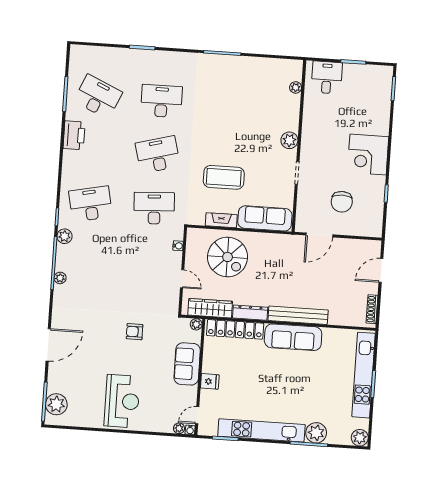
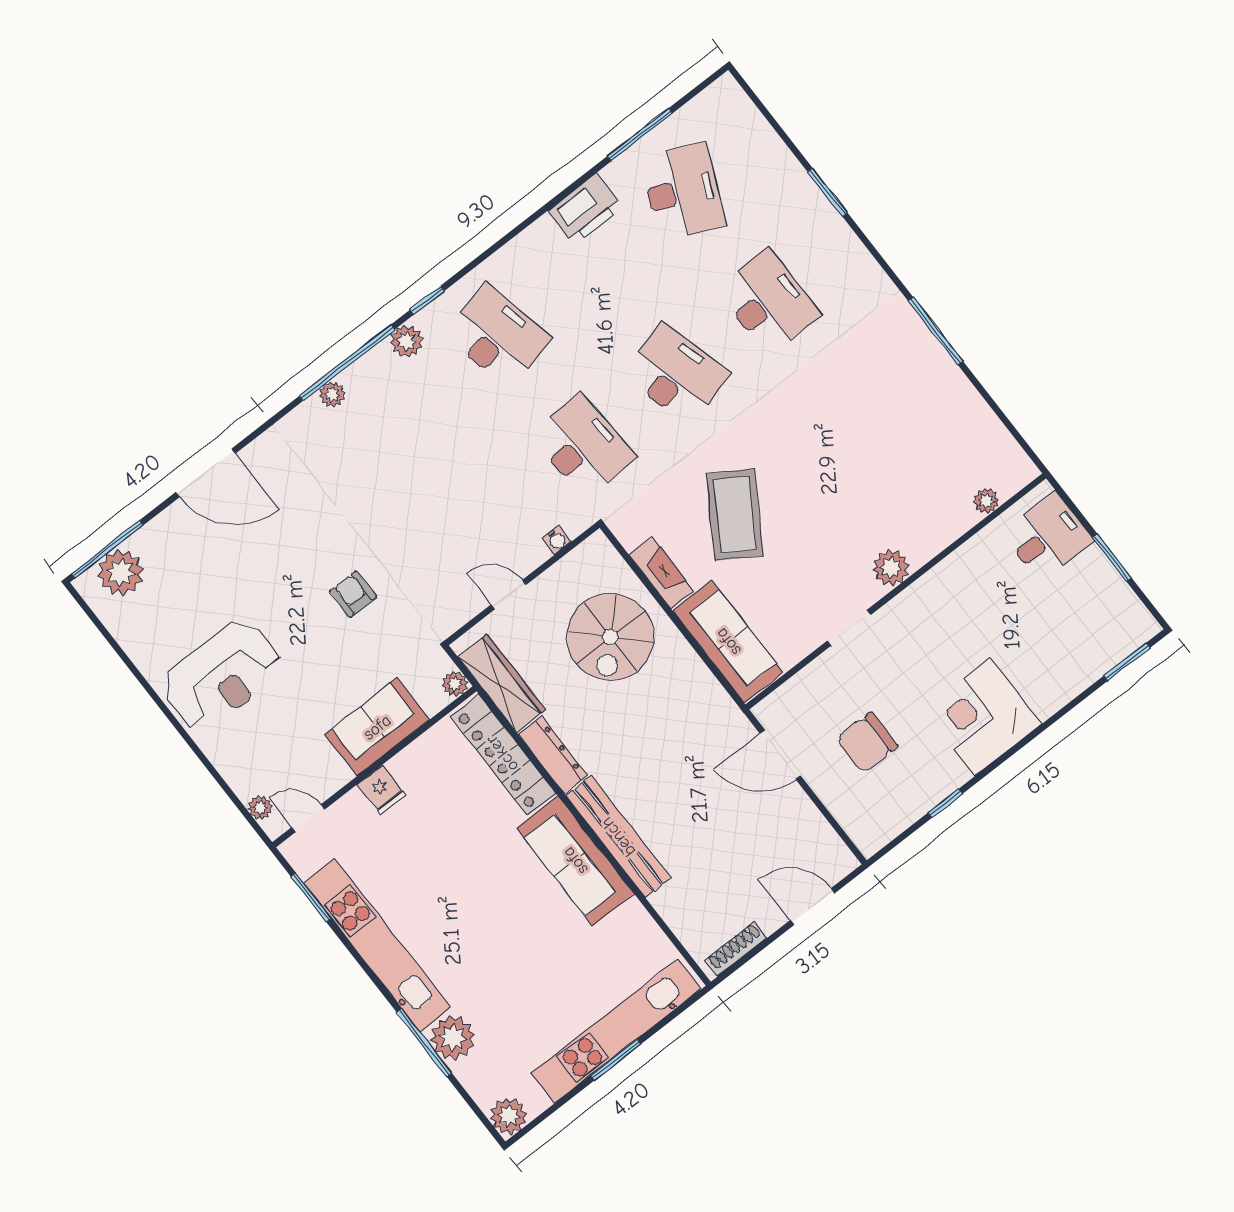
coffee table: (224, 177) -> (735, 515), turned 32
door: (182, 279) -> (509, 595), swing flipped
water cooler: (190, 430) -> (274, 828), removed

